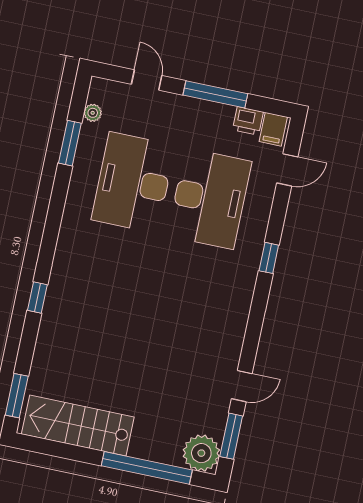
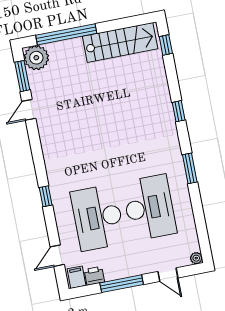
plant: (93, 113) -> (196, 258), moved
window: (70, 143) -> (190, 168), moved
window: (17, 396) -> (166, 45), width x0.67

